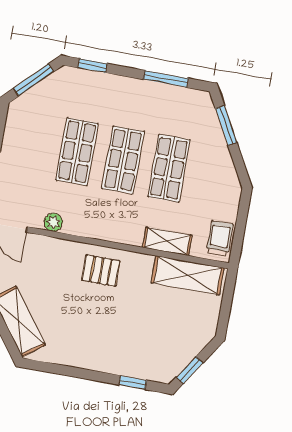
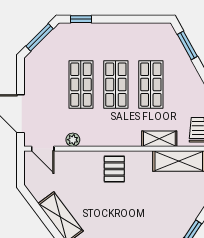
window: (166, 79) -> (137, 19), removed
pallet: (101, 271) -> (114, 169), turned 90

